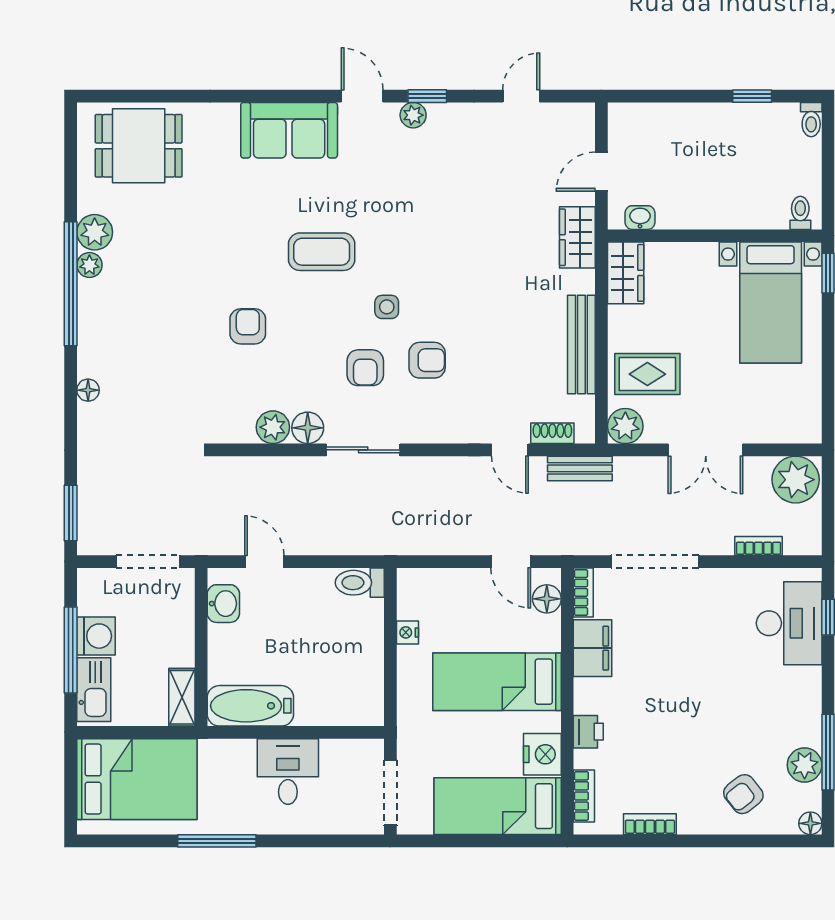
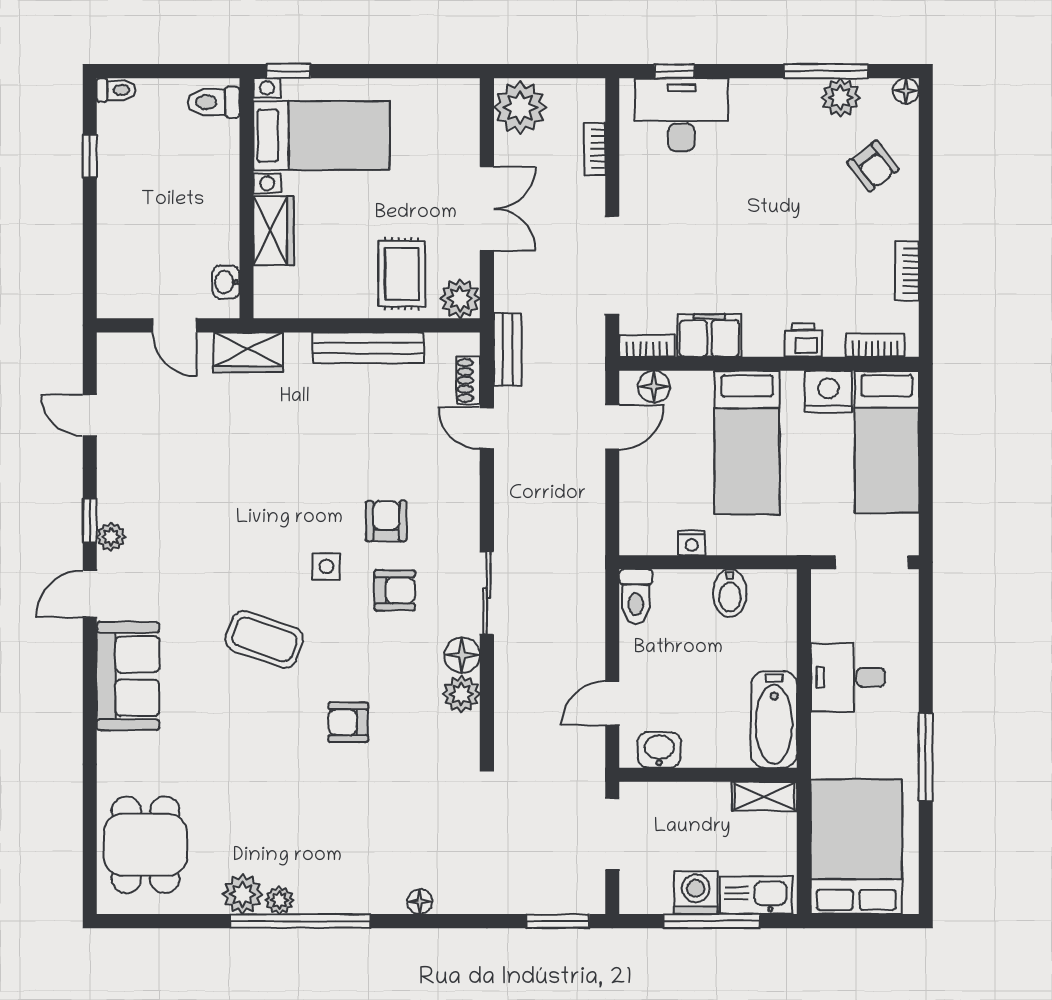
toilet: (800, 213) -> (214, 102), width x1.37, depth x1.39
coffee table: (322, 252) -> (264, 639), turned -71
wardrobe: (626, 273) -> (274, 231), moved, turned 90
door: (510, 450) -> (487, 428), swing flipped
bidet: (363, 666) -> (730, 593), added

